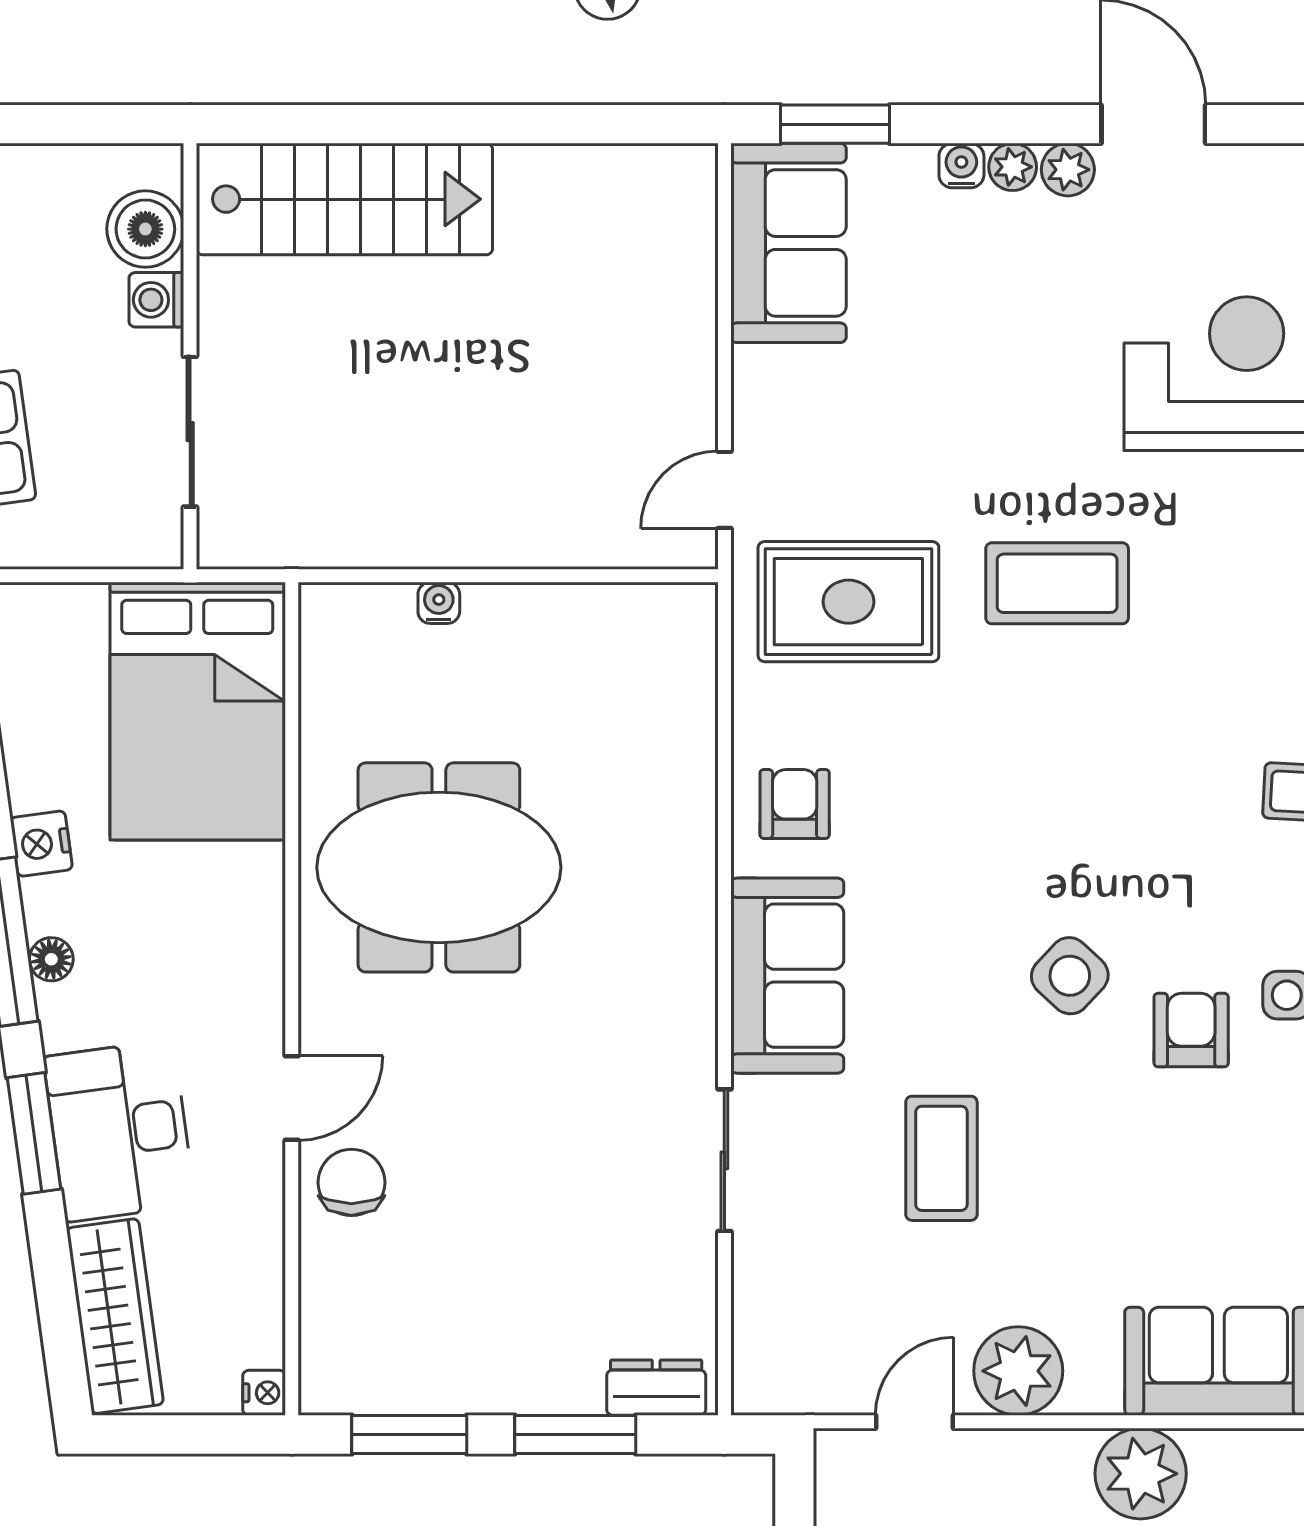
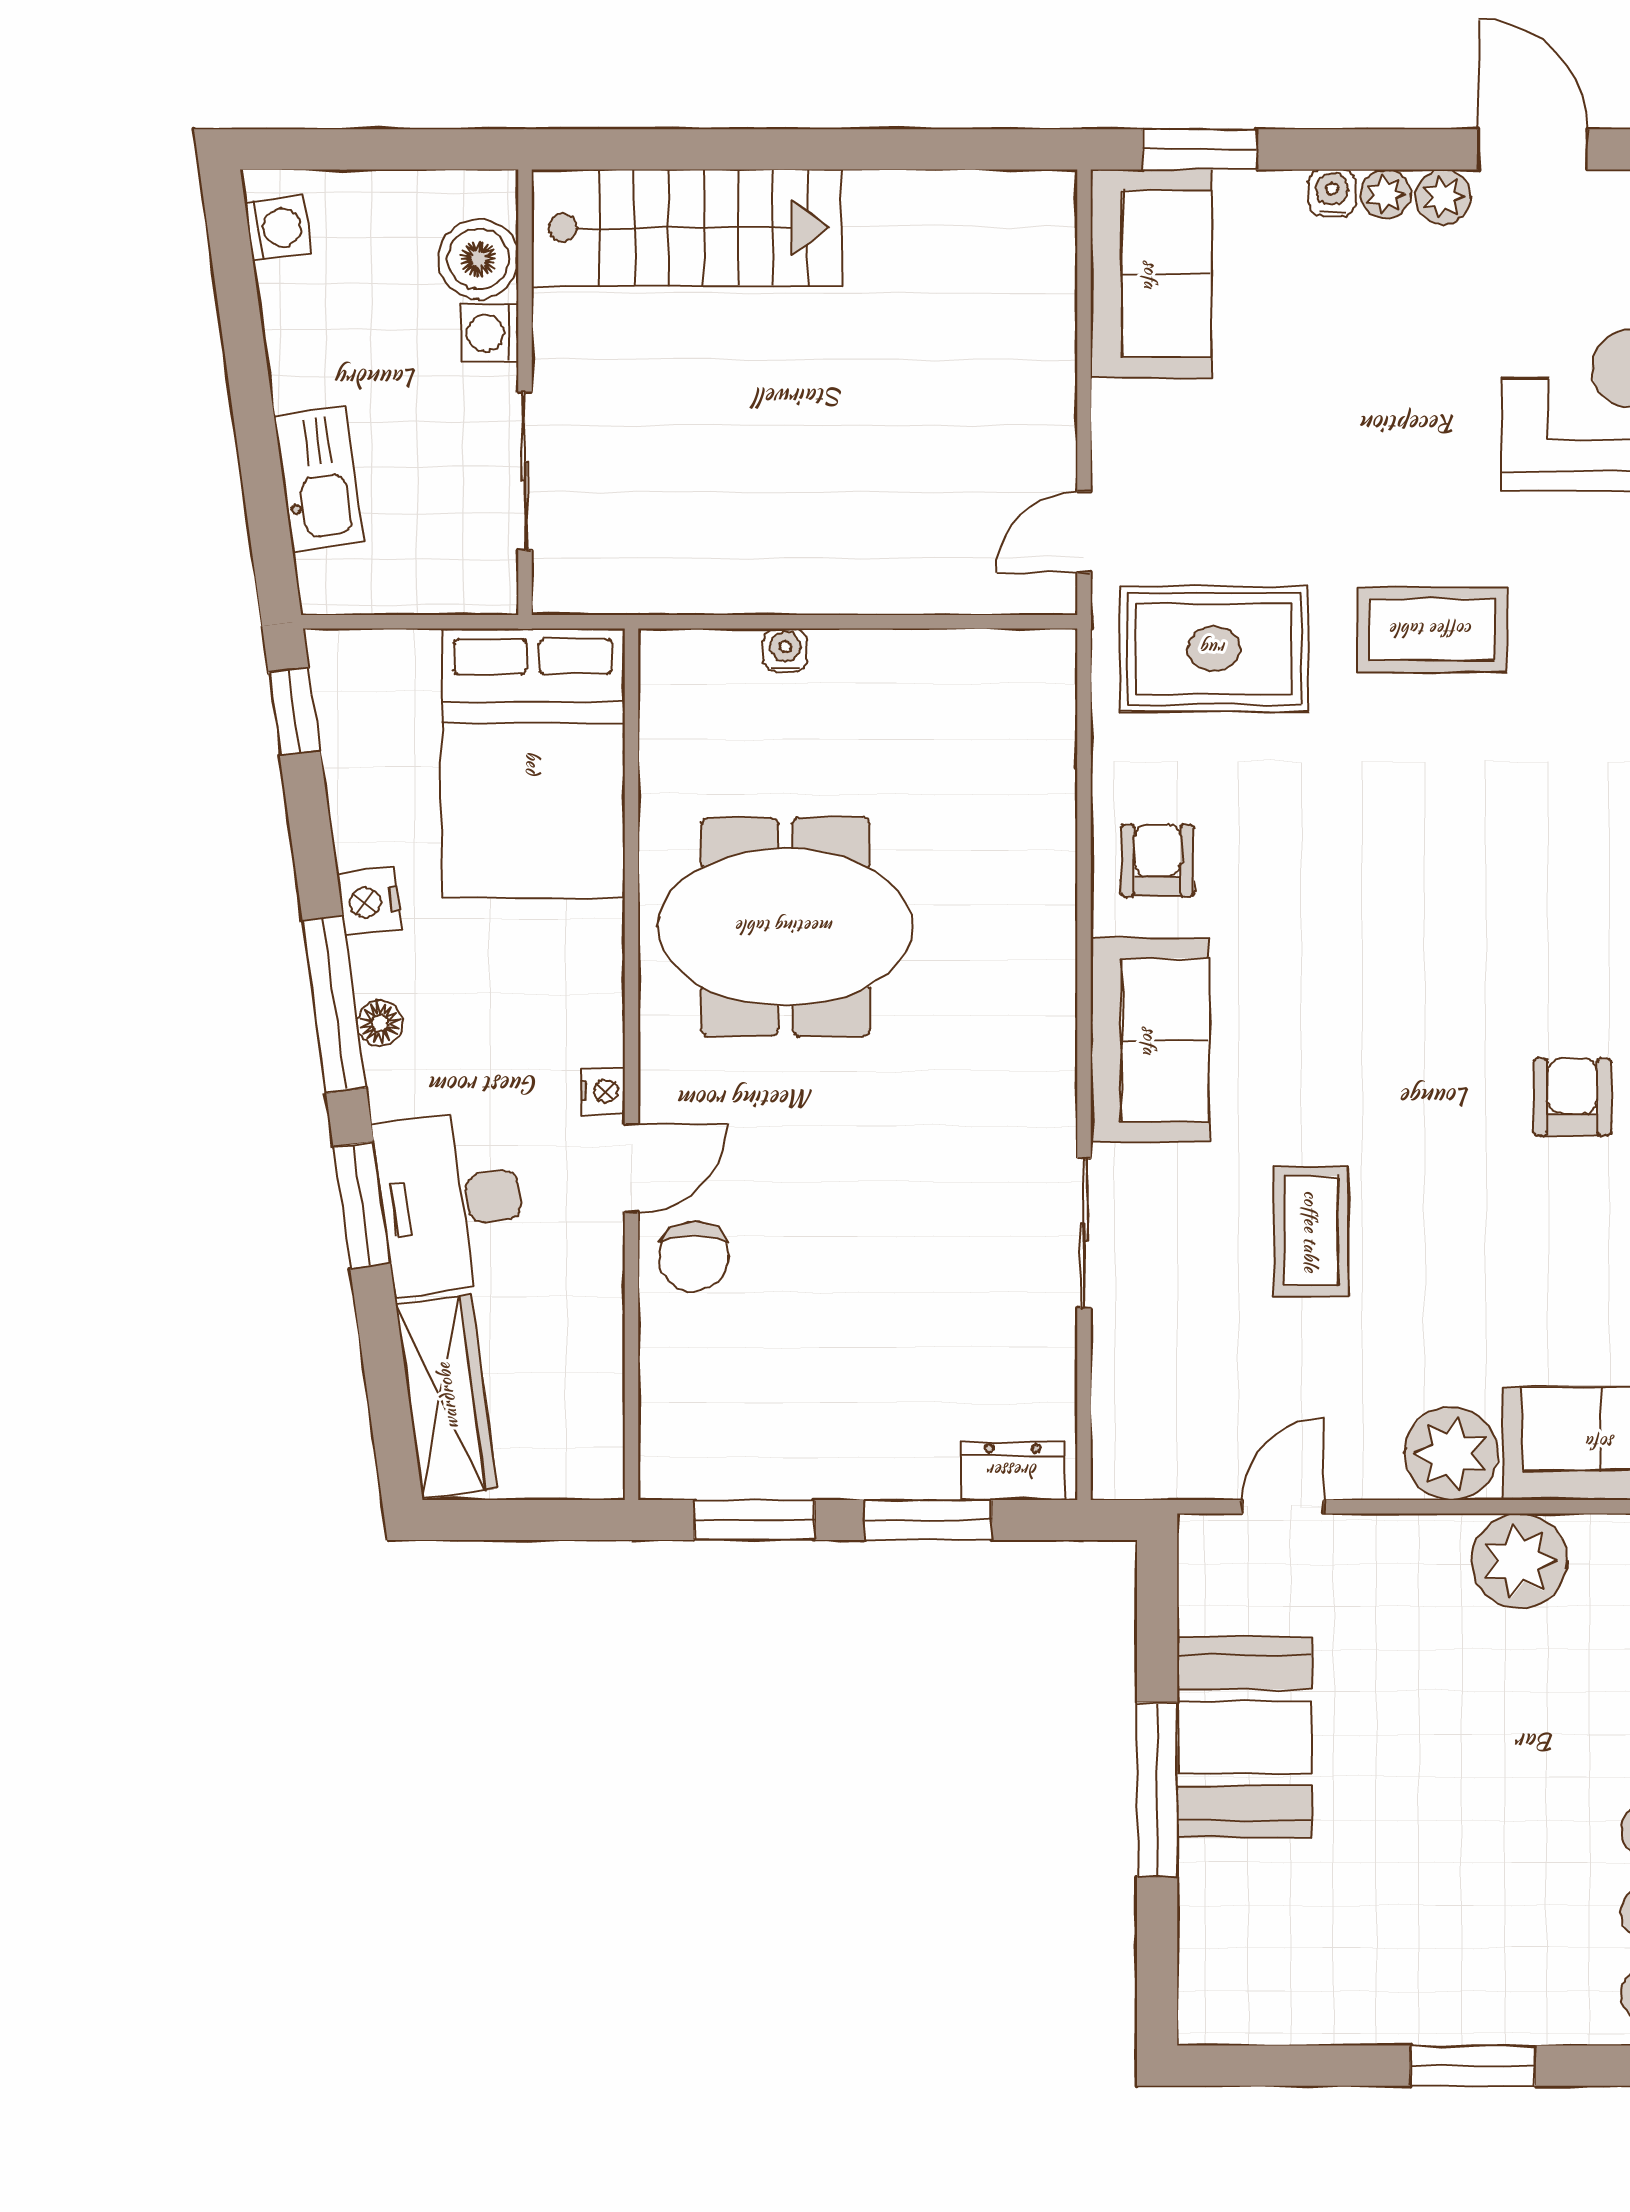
side table: (1070, 976) -> (1445, 1040), removed
chair: (351, 1182) -> (694, 1256), turned 180
plant: (1018, 1371) -> (1451, 1454), moved
nightstand: (264, 1393) -> (603, 1091), moved

